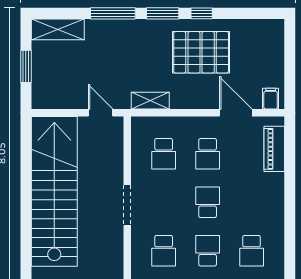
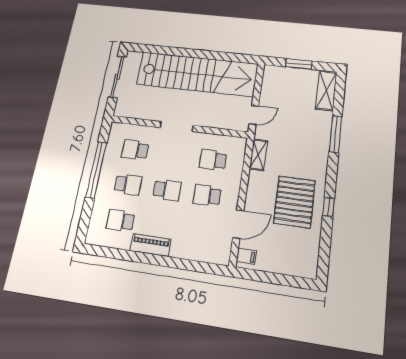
window: (163, 13) -> (332, 174), removed
piano: (274, 149) -> (151, 245), moved

